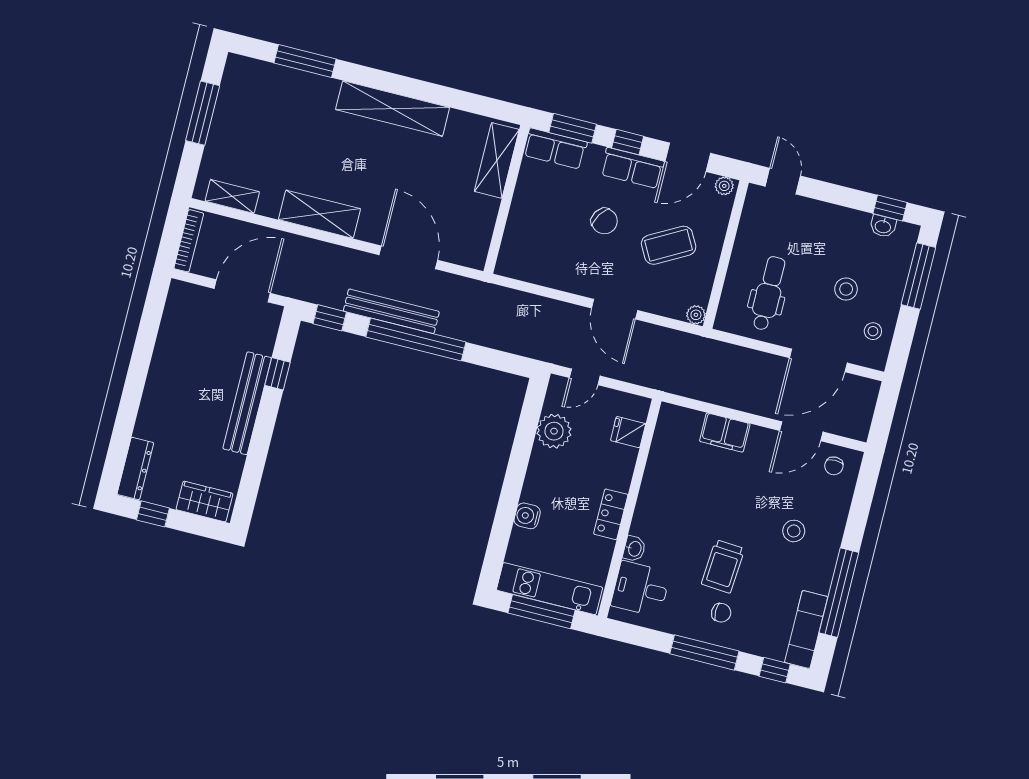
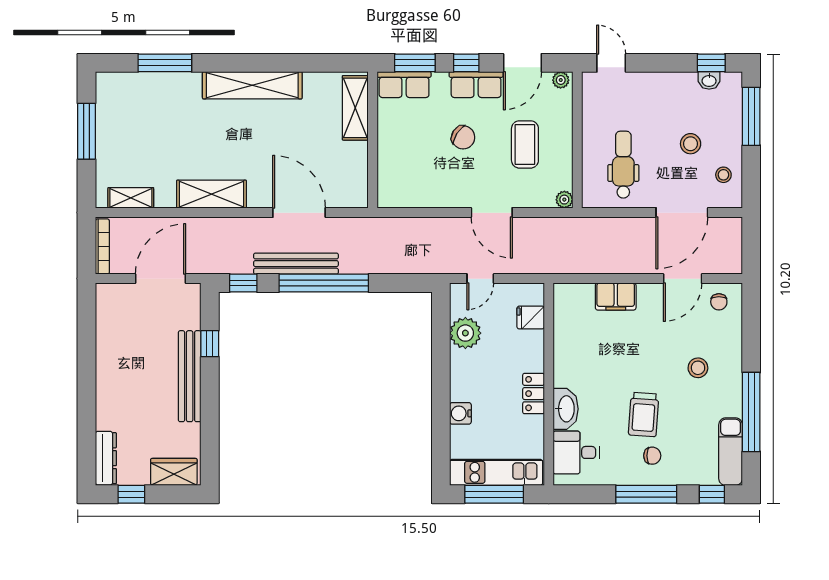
coffee table: (669, 245) -> (525, 144), turned -61
washbasin: (634, 549) -> (566, 409), width x1.91, depth x1.45

